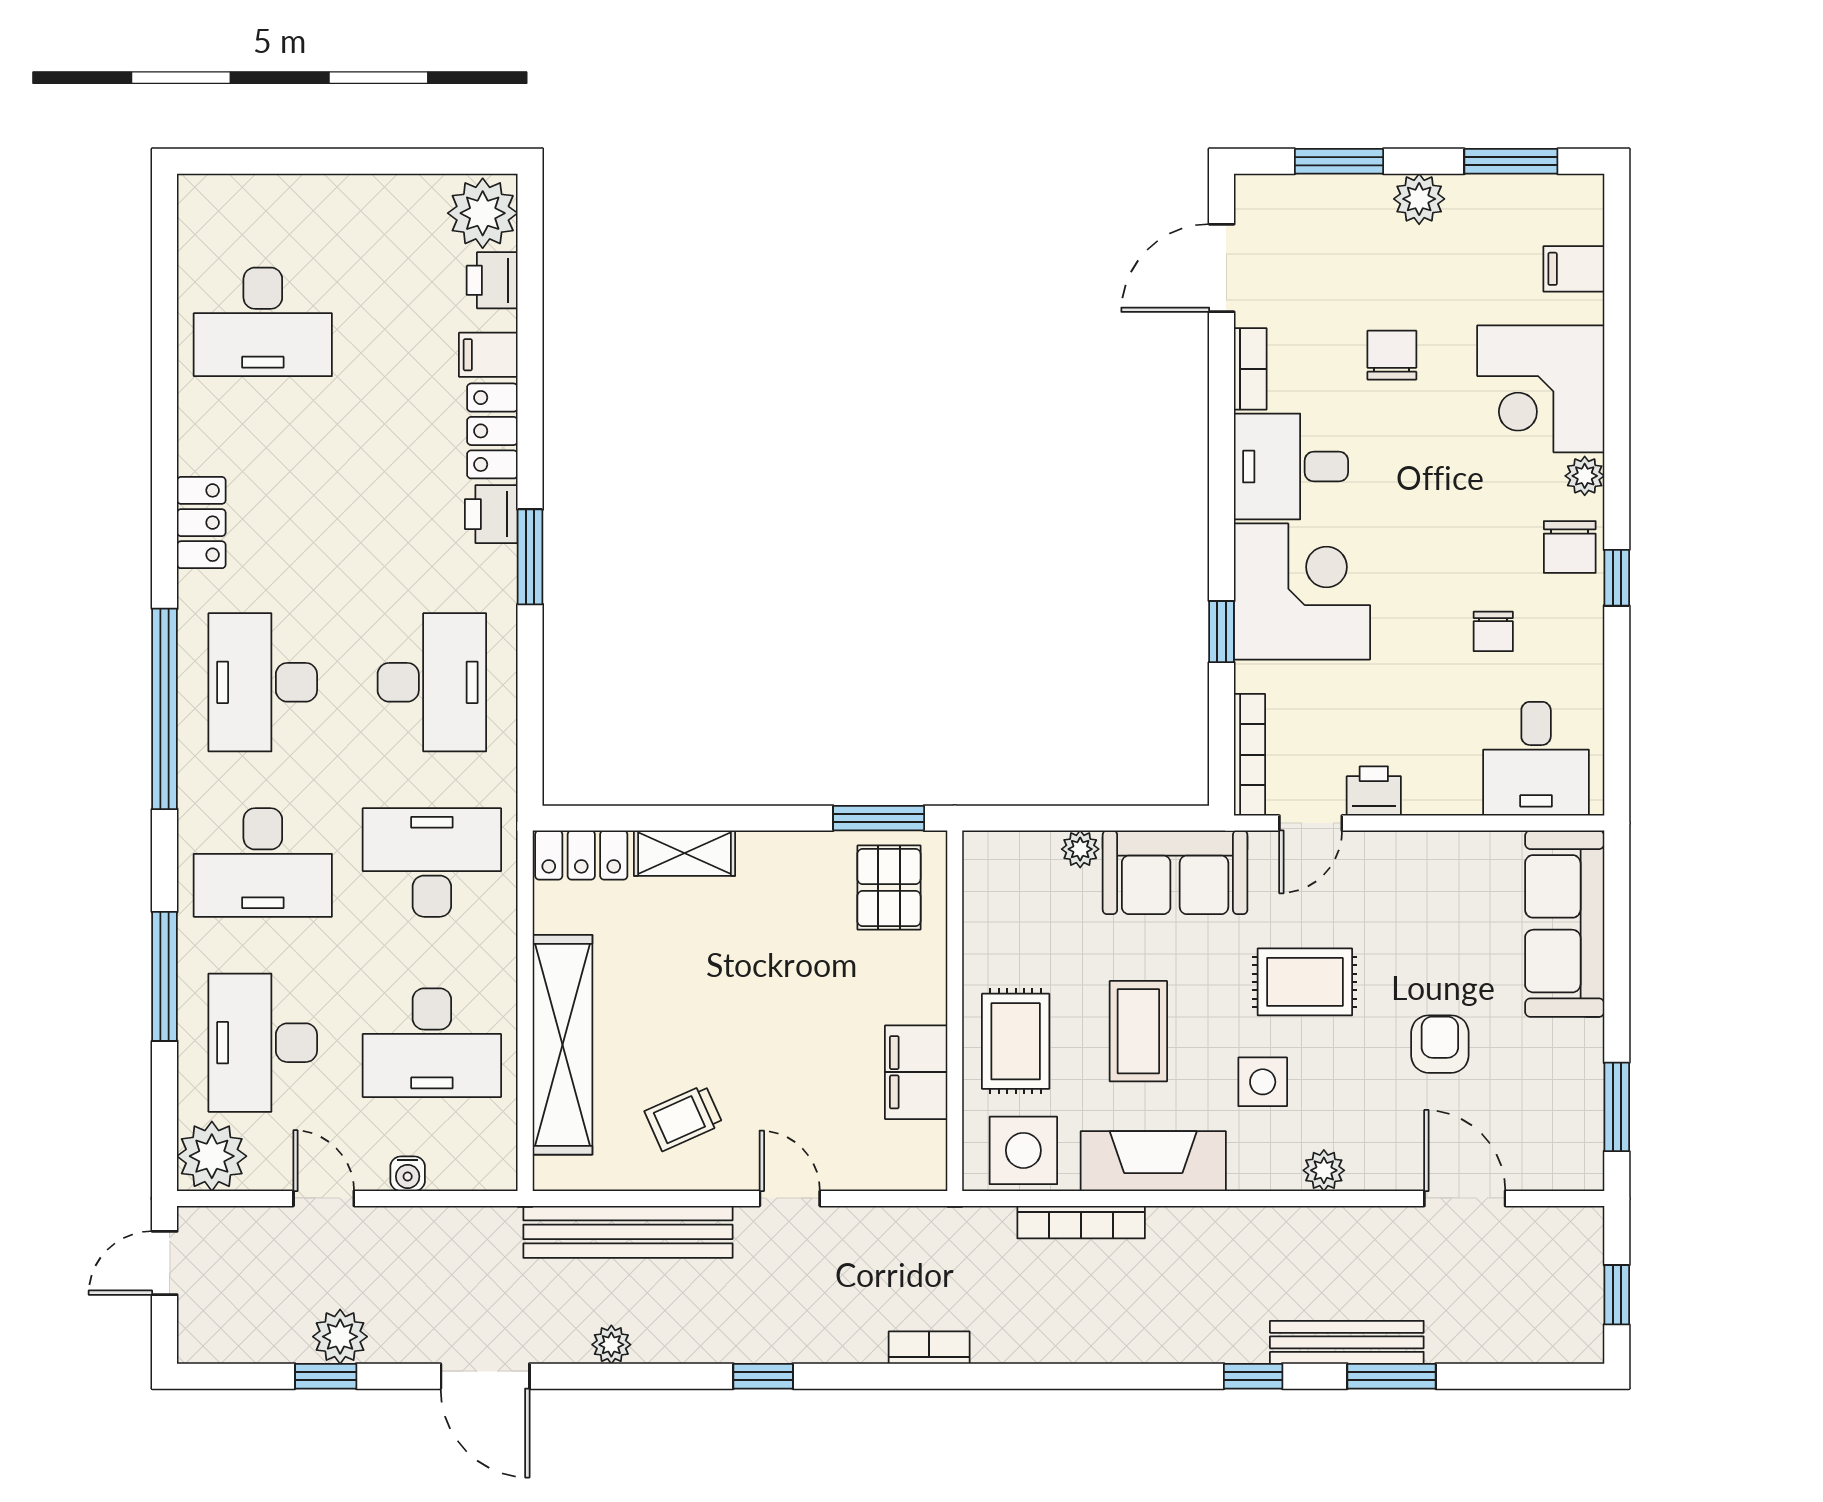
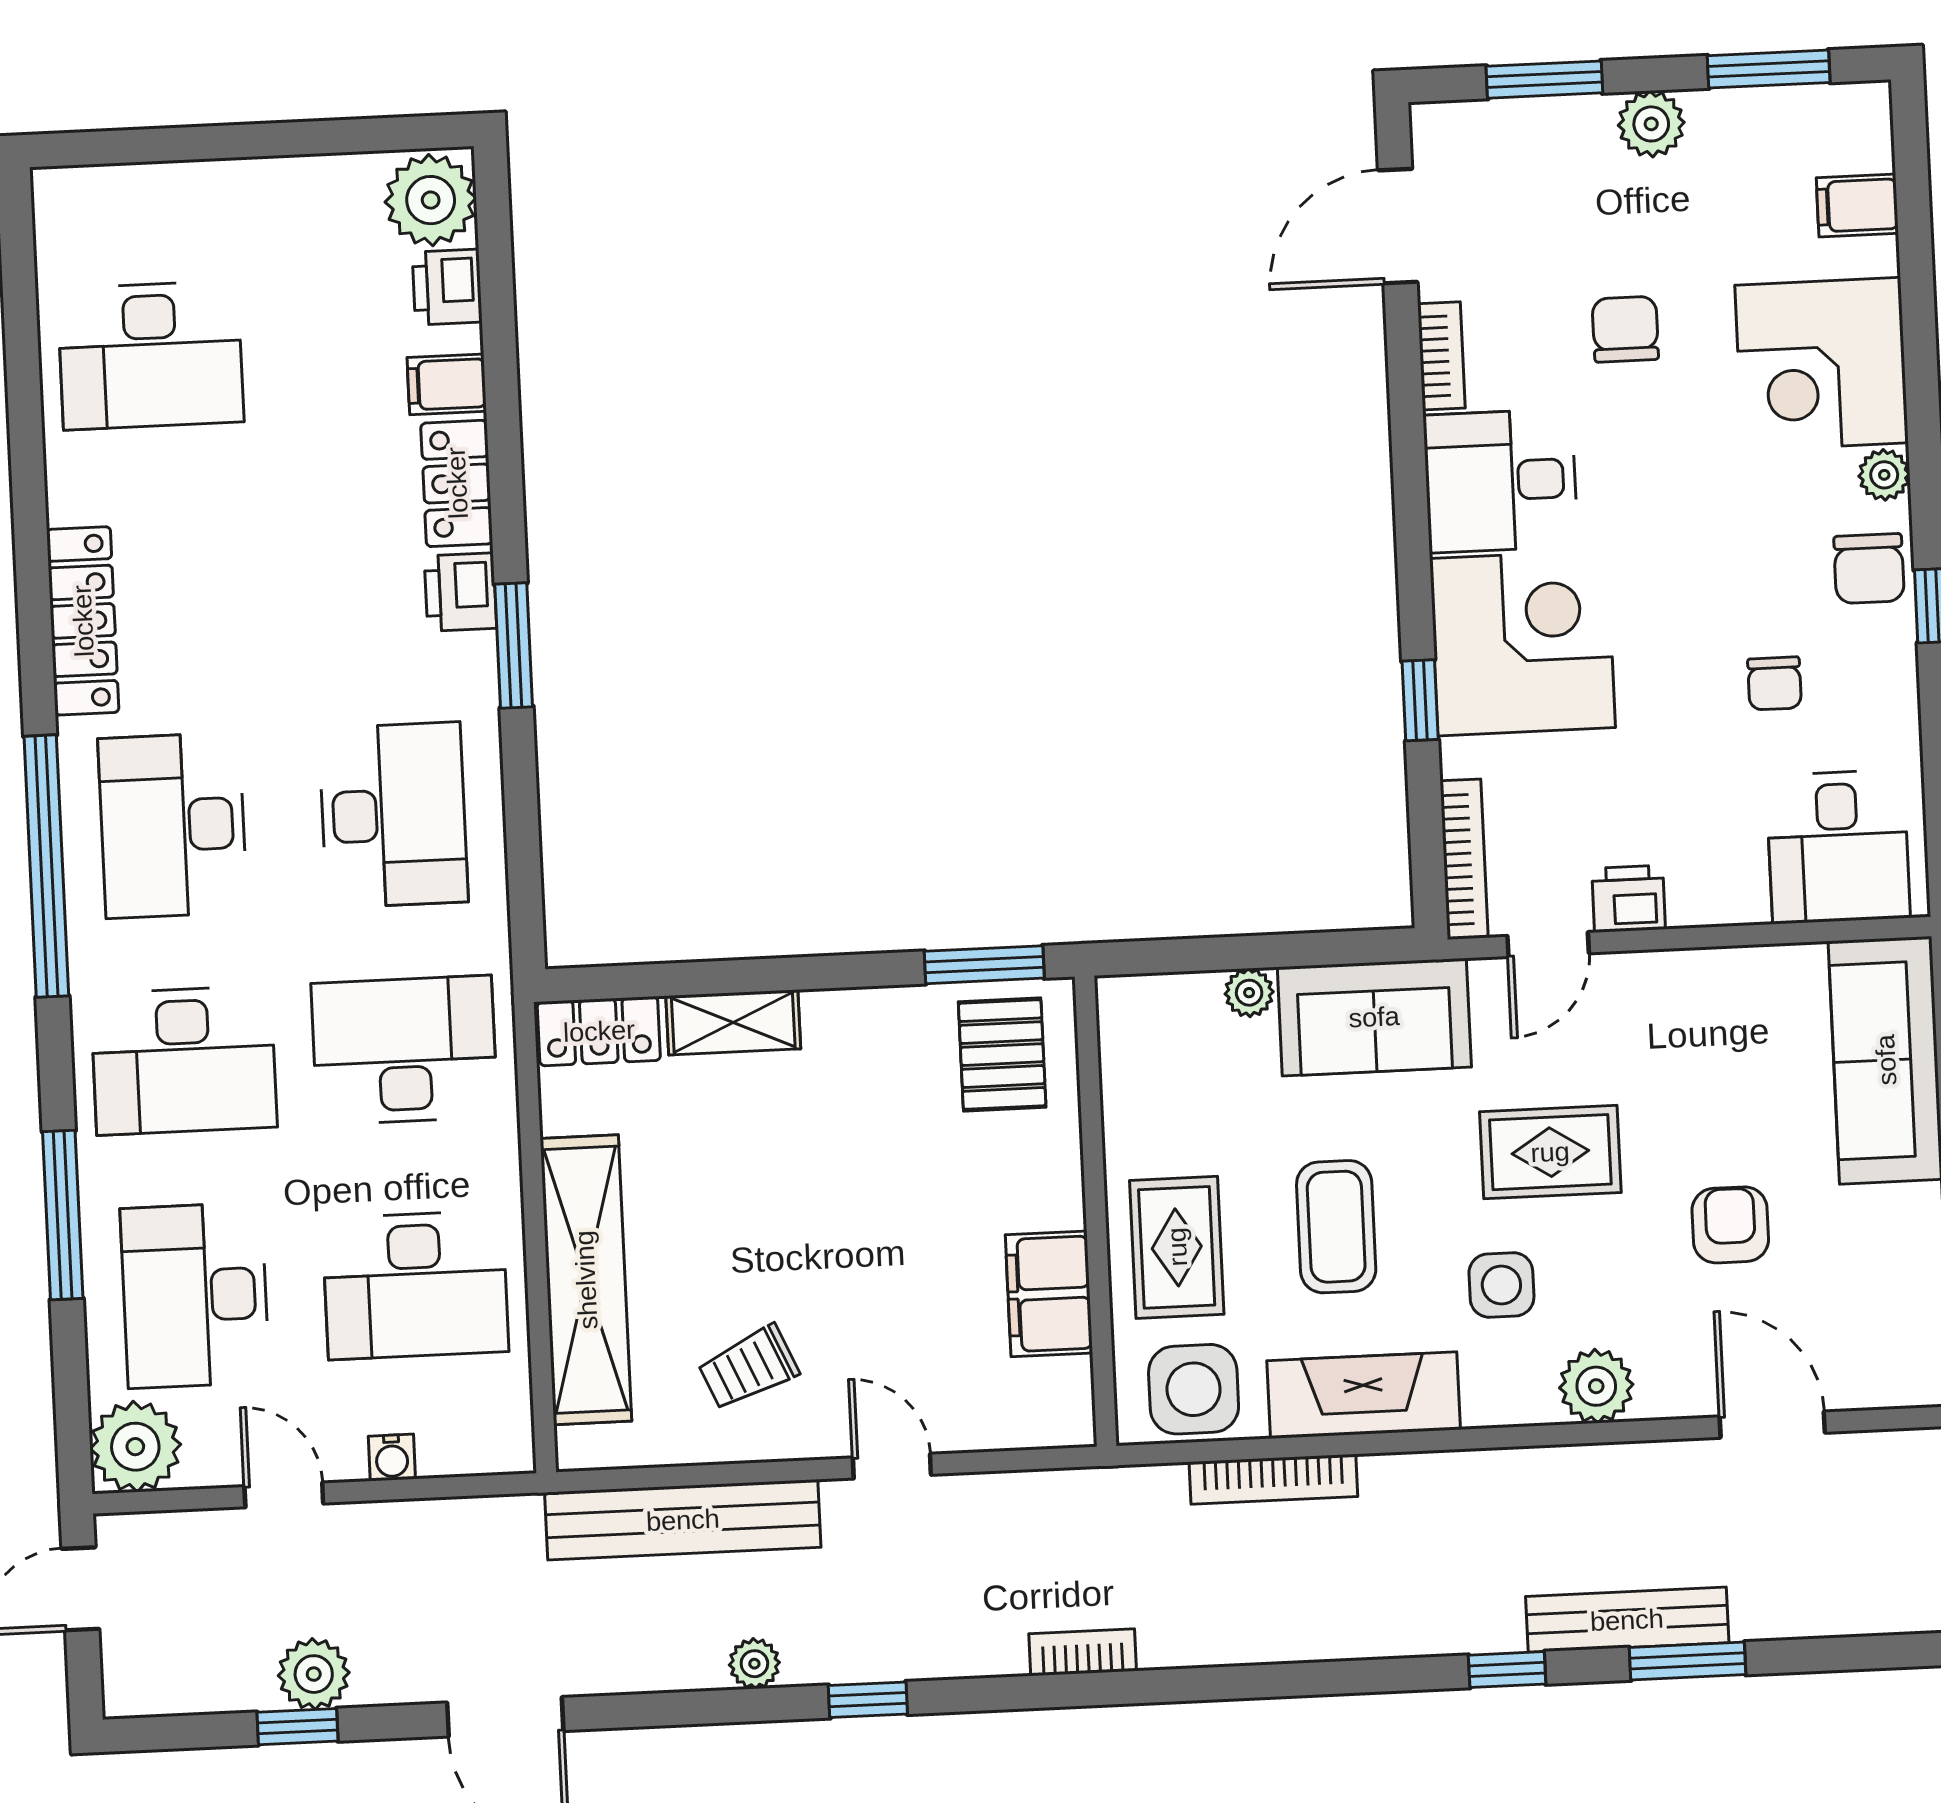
locker: (201, 523) -> (83, 621), width x1.53
plant: (1324, 1170) -> (1596, 1386), width x1.38, depth x1.38
plant: (611, 1345) -> (754, 1664), moved

